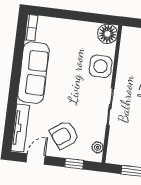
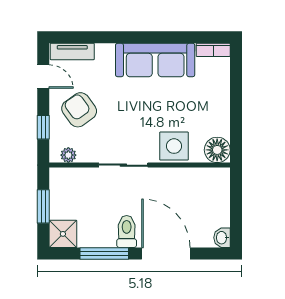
tv unit: (20, 128) -> (72, 51), width x0.71

